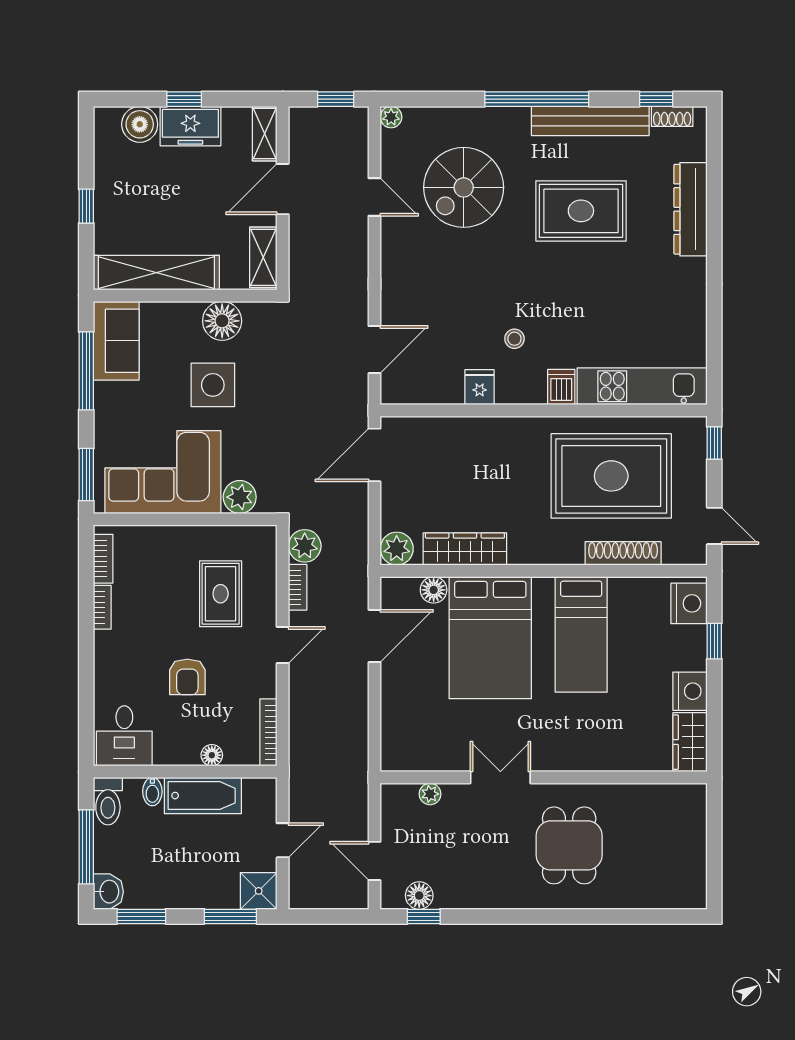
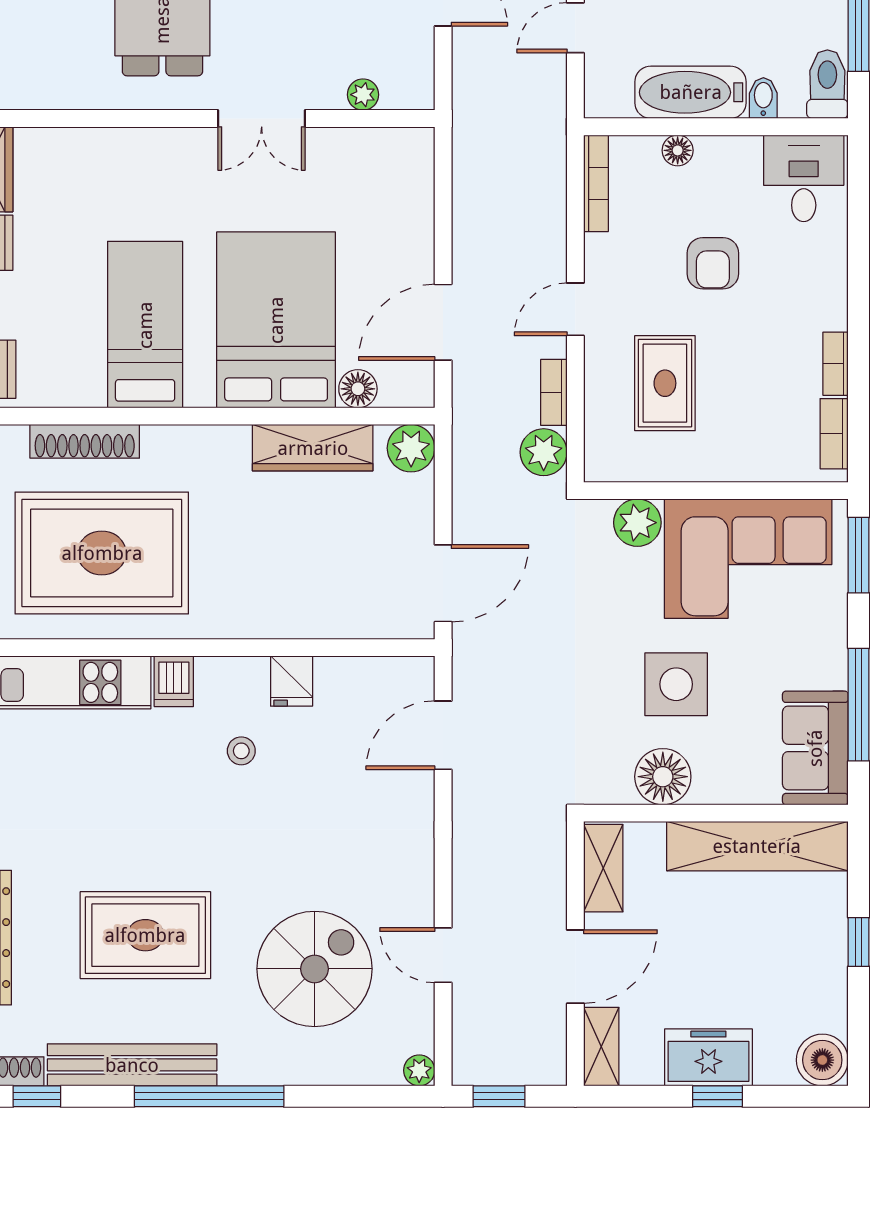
boiler: (140, 124) -> (822, 1060), moved
armchair: (187, 677) -> (713, 263), turned 180

